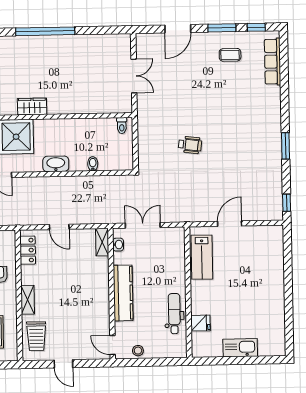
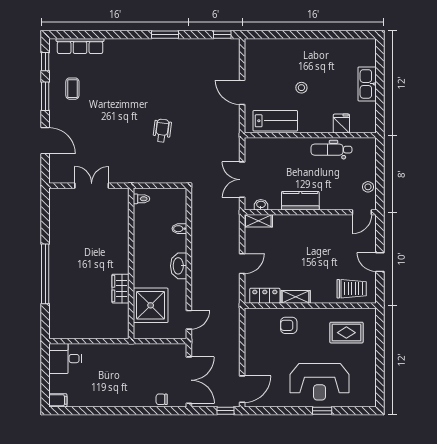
stool: (235, 283) -> (301, 88), added
kitchen counter: (123, 293) -> (300, 201), width x0.67
shelving: (28, 300) -> (296, 297), moved
door: (63, 364) -> (380, 262), swing flipped

